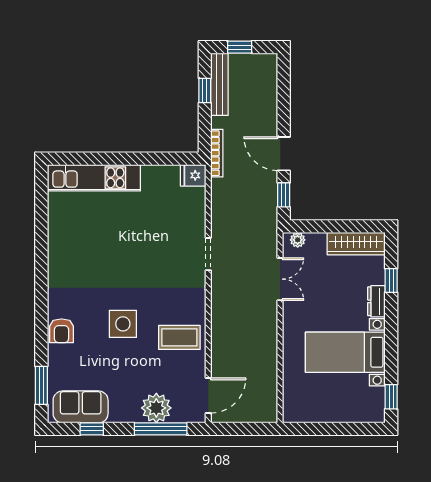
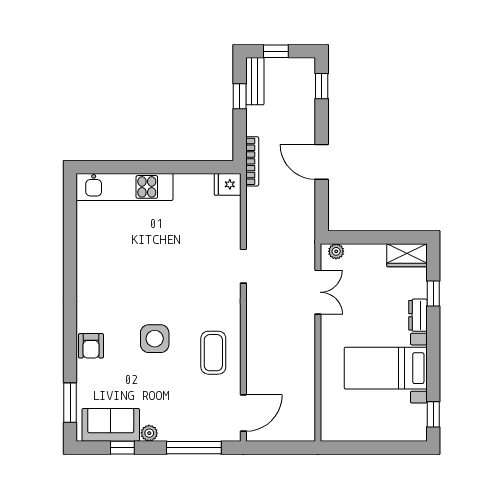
bench: (219, 84) -> (255, 81), width x0.73
window: (284, 195) -> (322, 86), moved
wardrobe: (356, 244) -> (407, 255), width x0.67
coffee table: (179, 337) -> (213, 353), turned 90
plant: (156, 408) -> (149, 433), moved, width x0.53, depth x0.53

